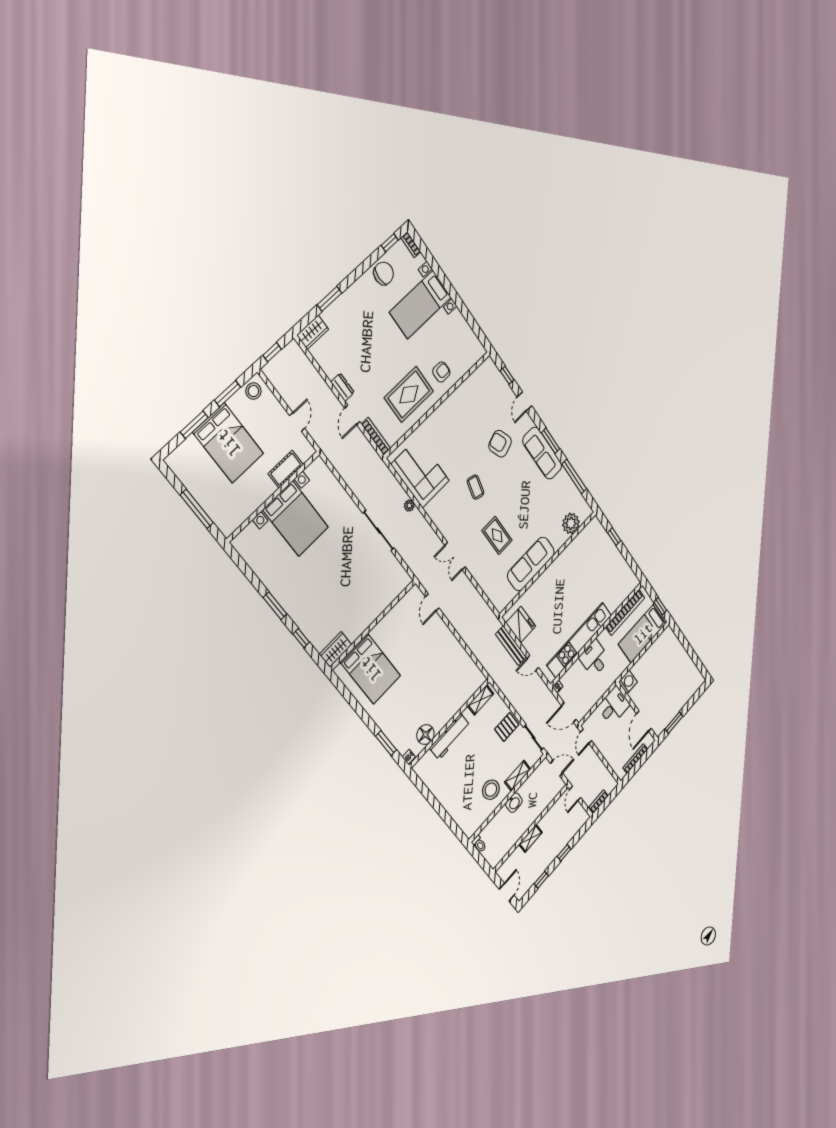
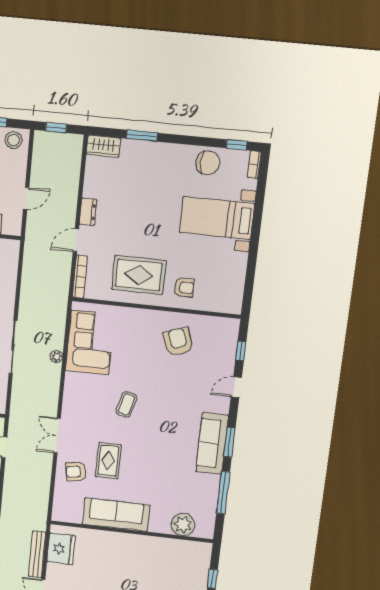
armchair: (500, 444) -> (178, 342), moved
armchair: (486, 565) -> (76, 472), added

